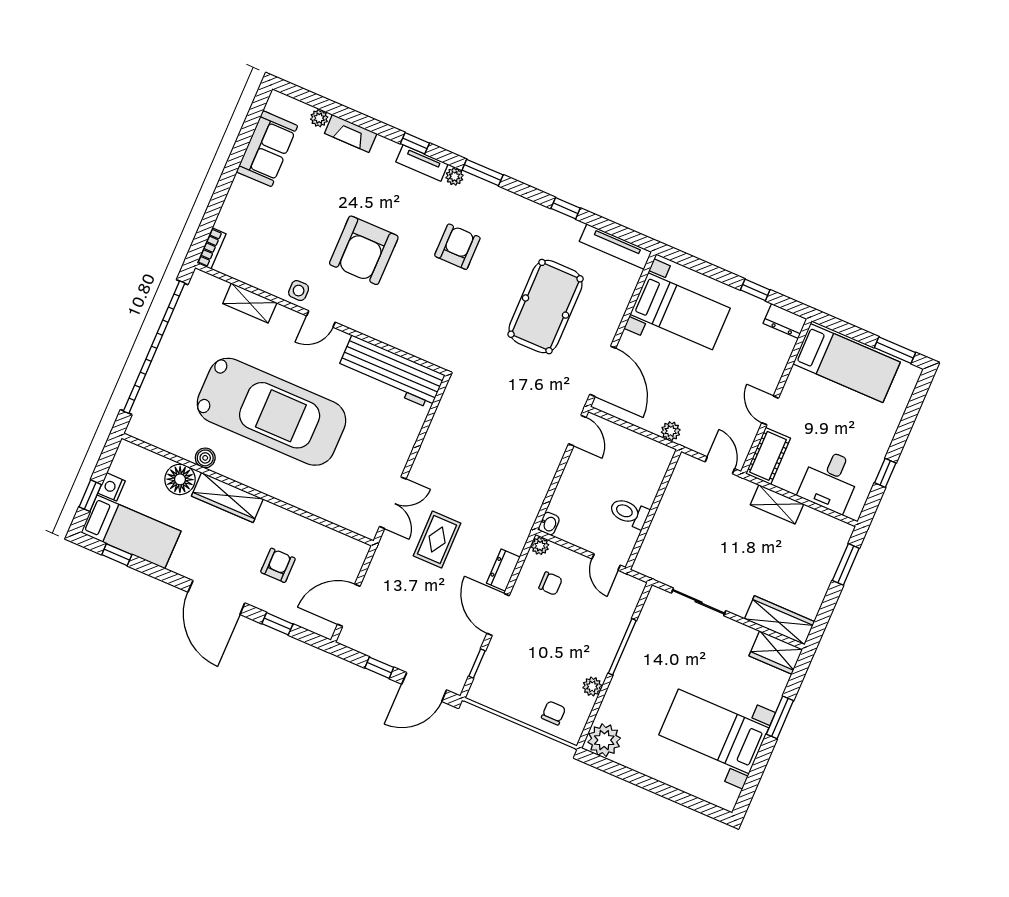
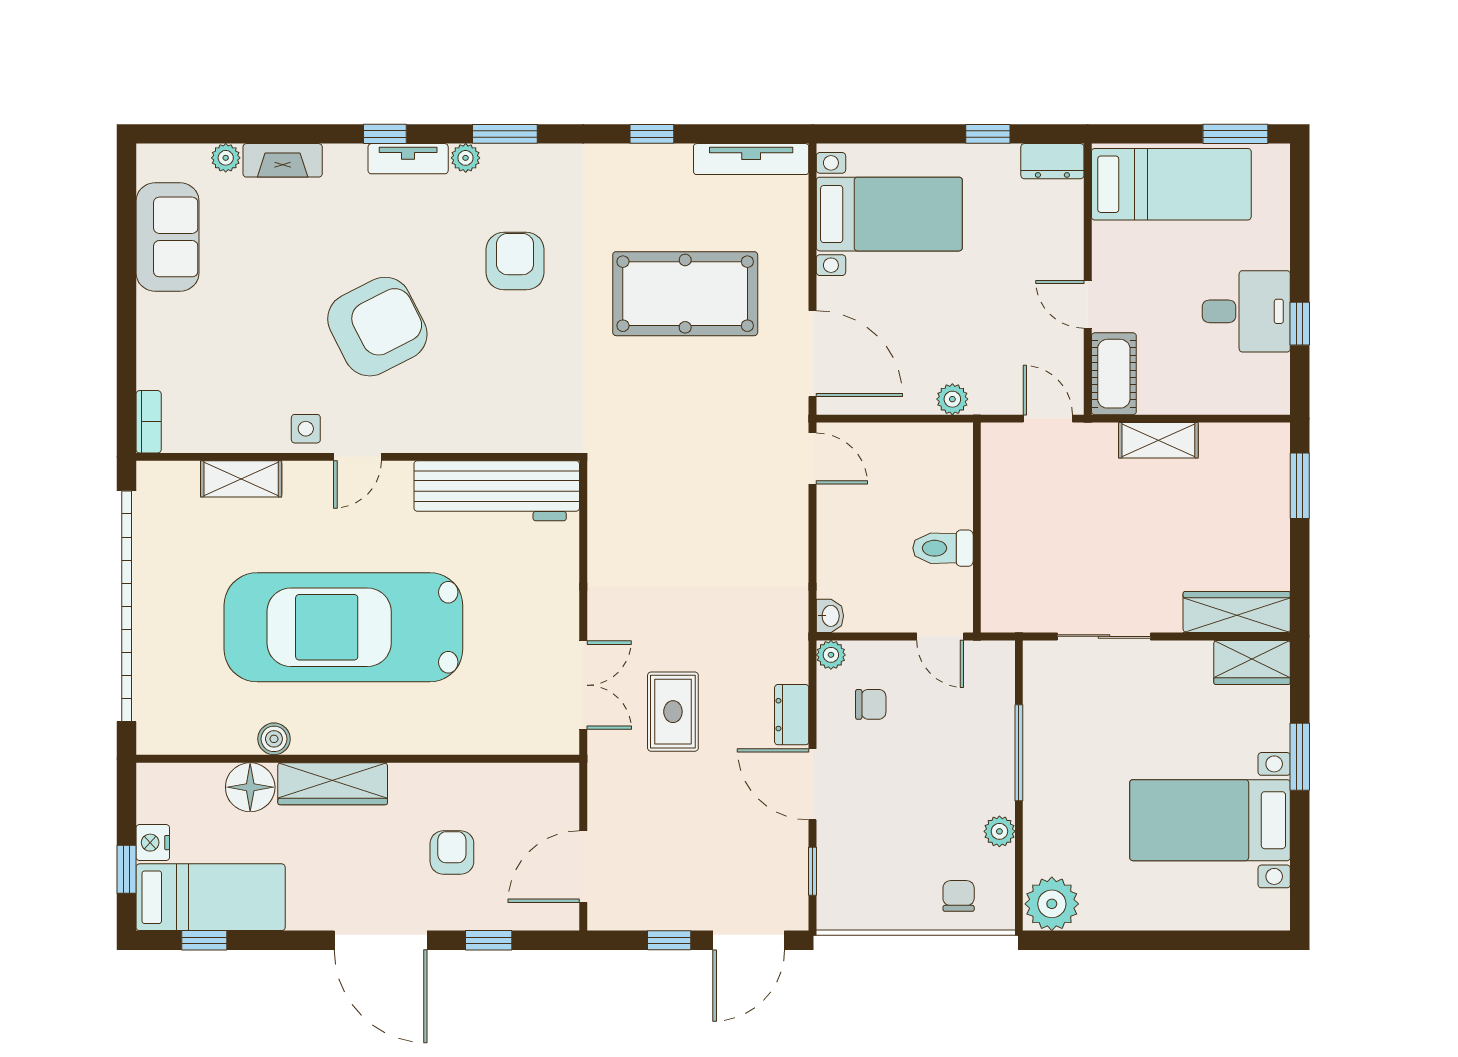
armchair: (364, 250) -> (377, 327), turned -117
pool table: (546, 307) -> (685, 294), turned 90
car: (271, 412) -> (343, 627), turned 180
desk: (830, 481) -> (1246, 311), moved, turned -90

